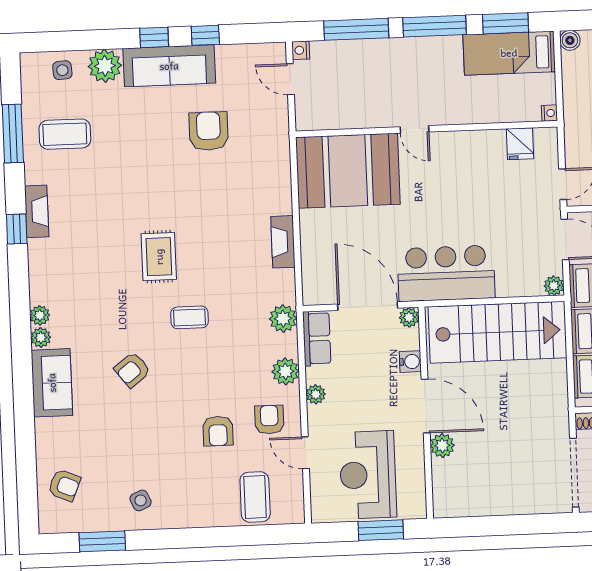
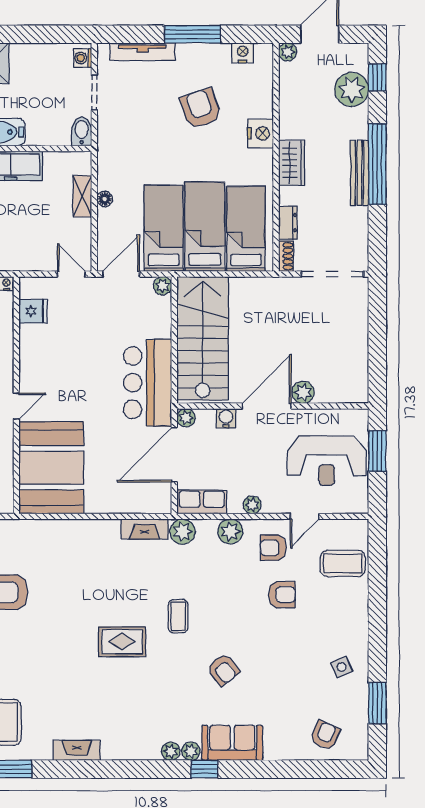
window: (17, 229) -> (205, 769), moved
fireplace: (283, 242) -> (145, 529), moved

